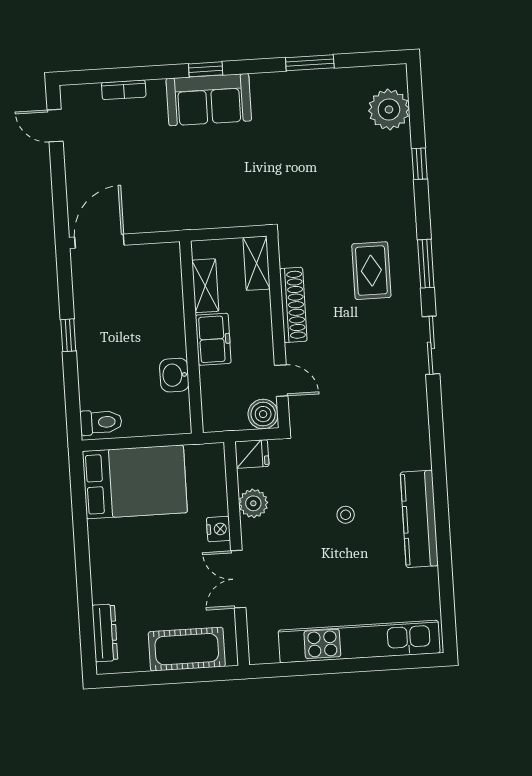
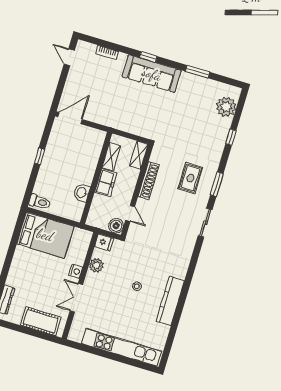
sofa: (209, 100) -> (152, 74), width x1.36

